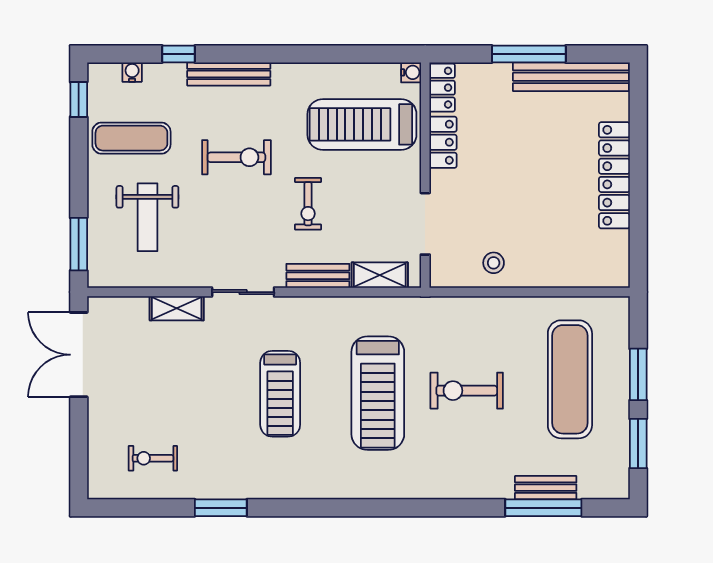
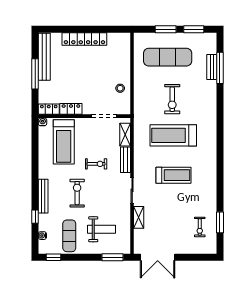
treadmill: (378, 393) -> (173, 135), turned 180
window: (221, 508) -> (220, 222), moved

